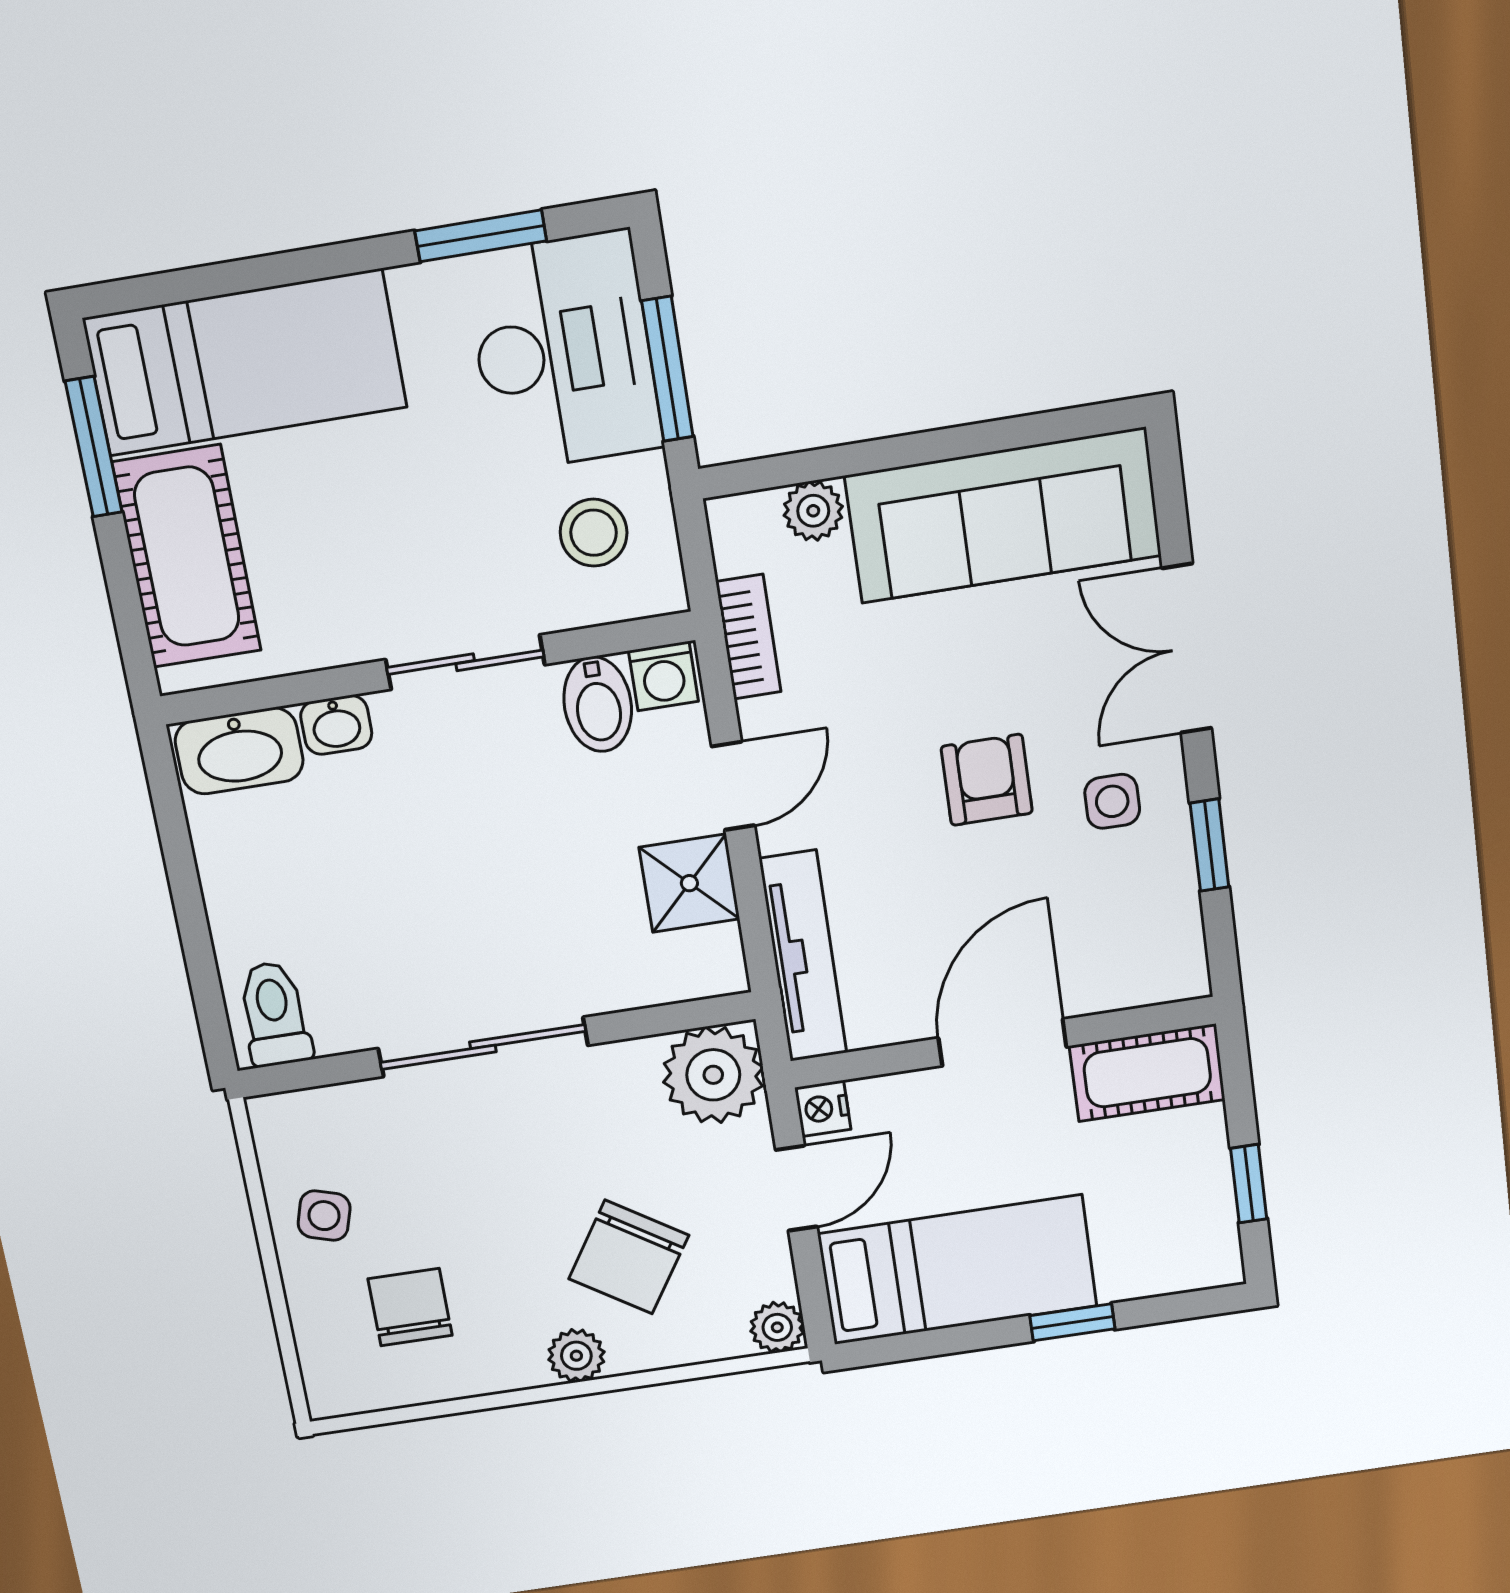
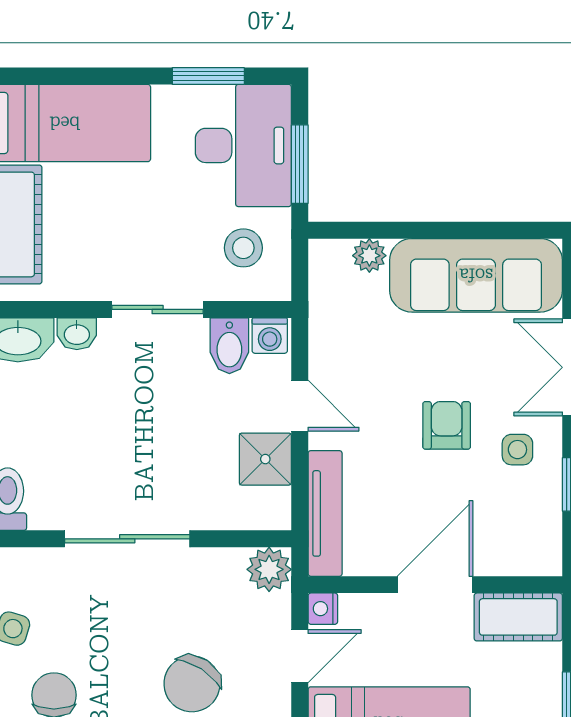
bookcase: (748, 637) -> (322, 321), removed
door: (733, 786) -> (300, 406), hinge flipped
plant: (713, 1075) -> (269, 569), width x0.73, depth x0.73

